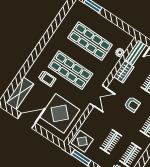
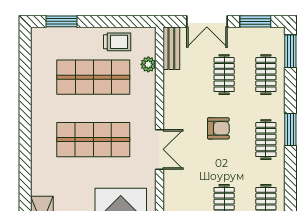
wardrobe: (124, 72) -> (173, 89), removed
trolley: (47, 79) -> (117, 42), moved

